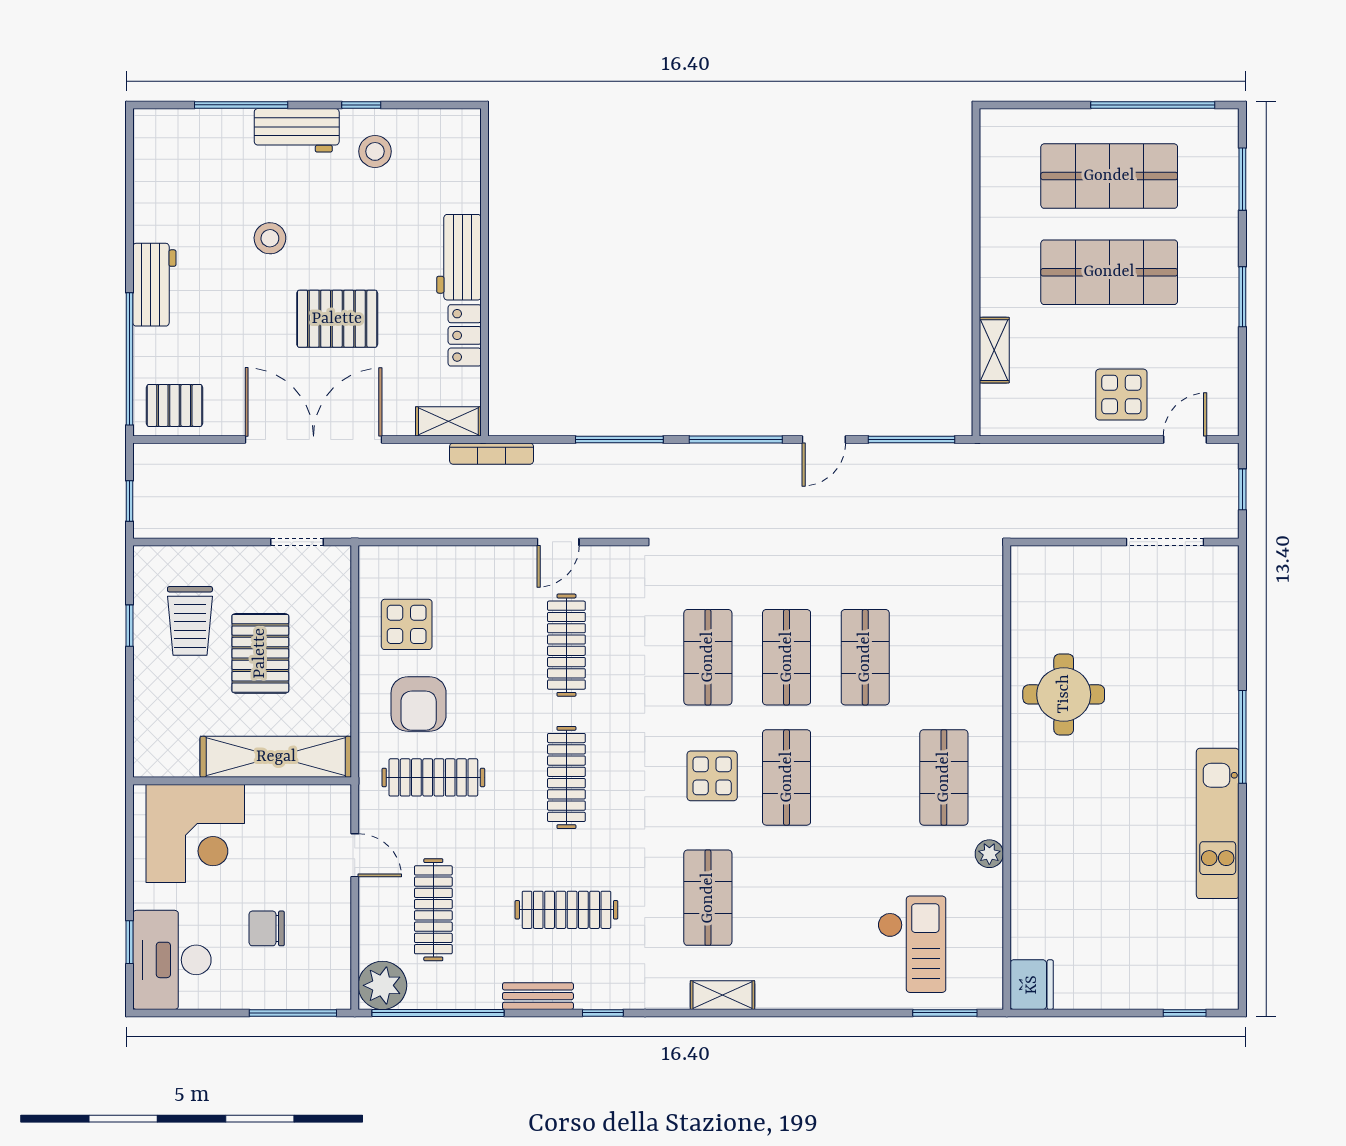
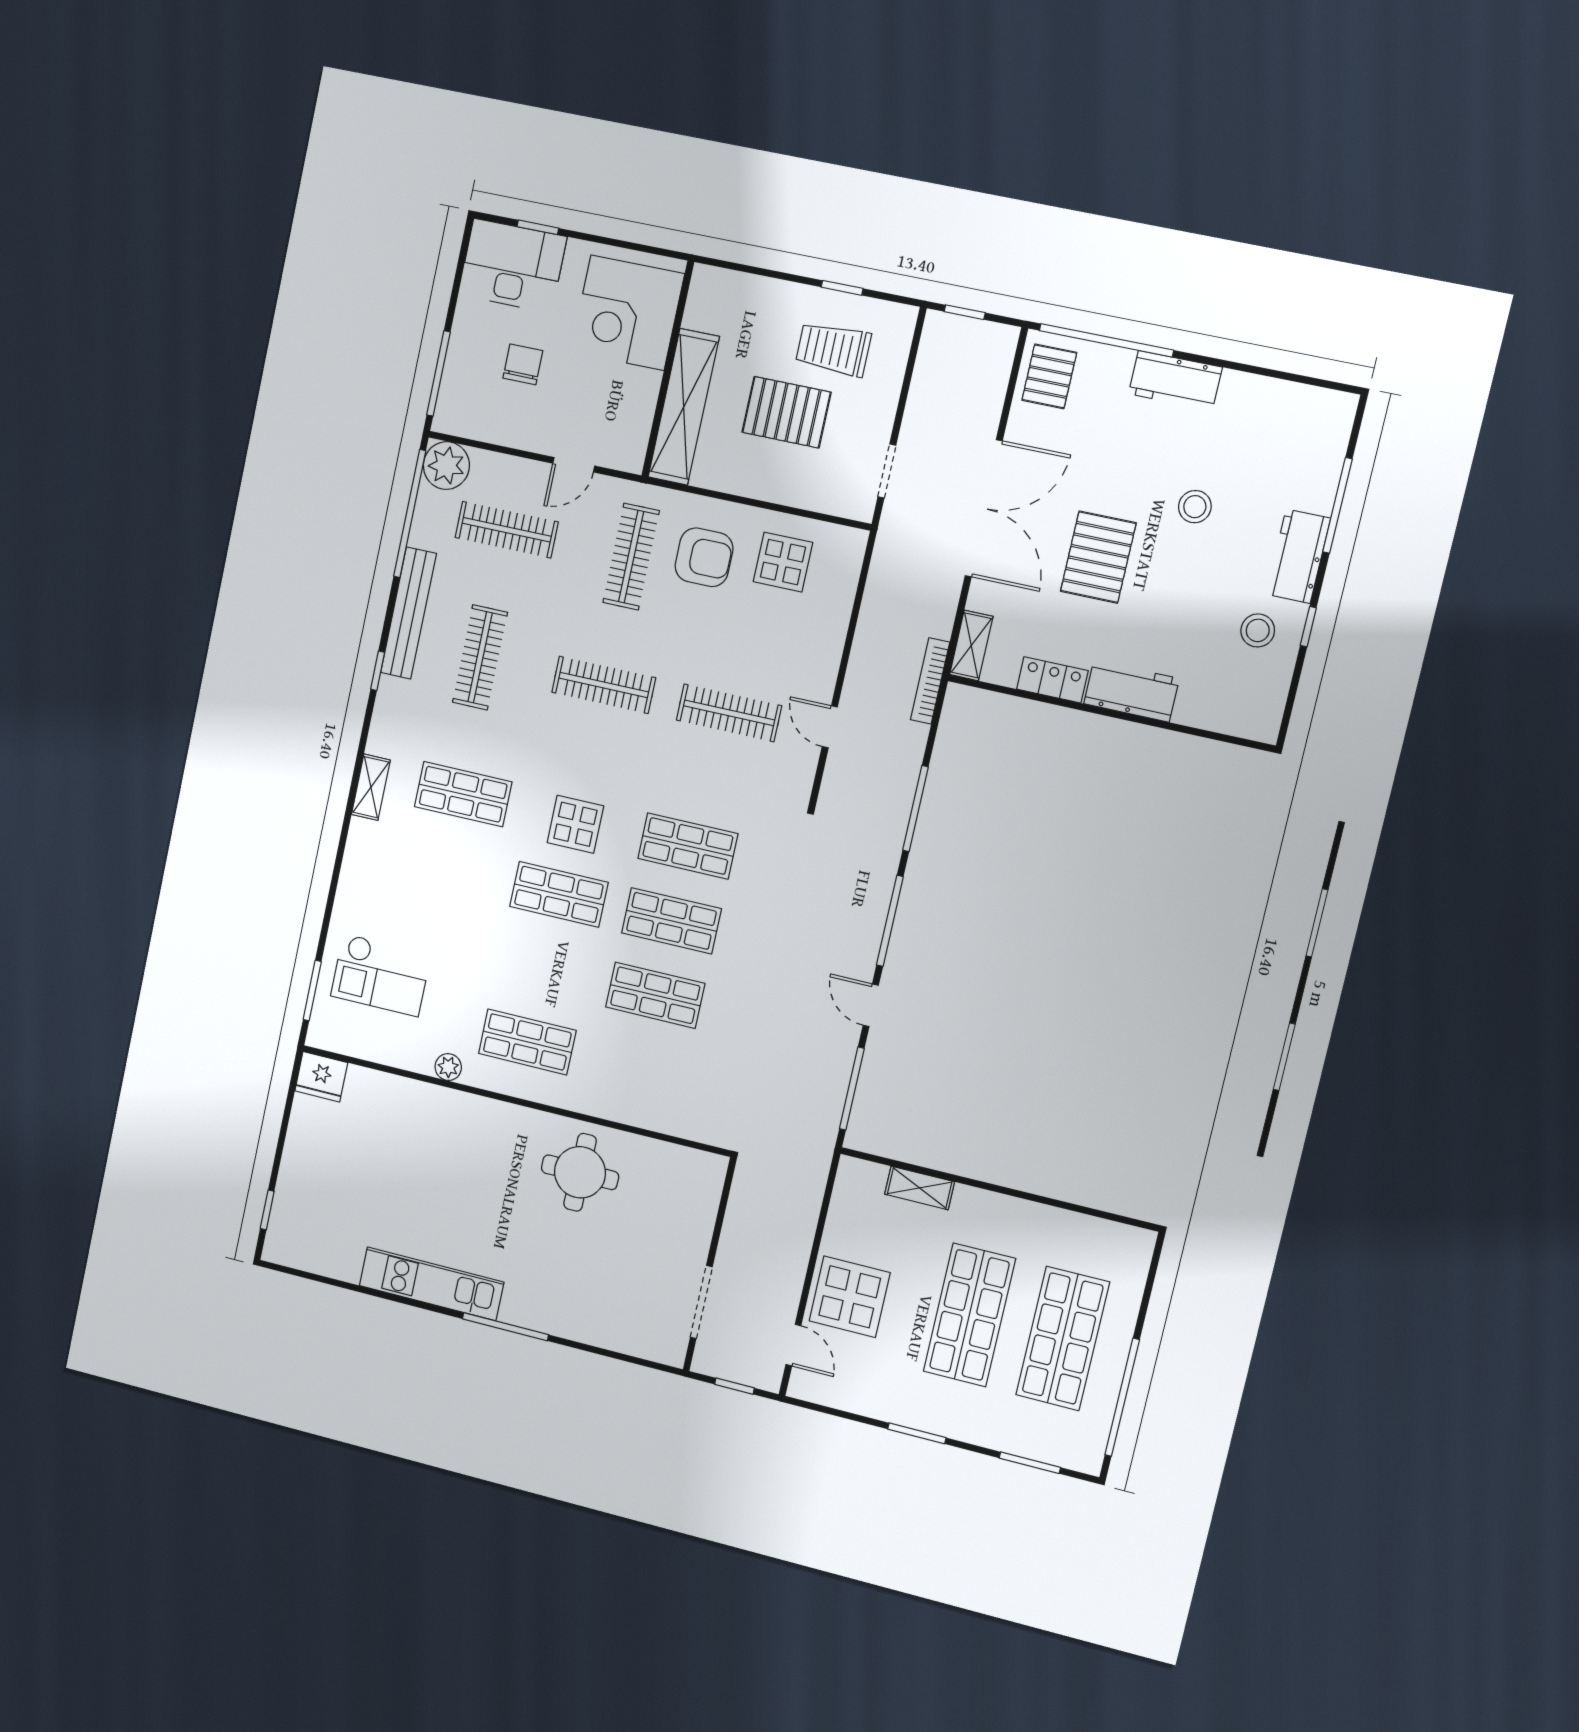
display table: (1121, 395) -> (850, 1297), width x1.36, depth x1.36
armchair: (419, 704) -> (704, 557), turned 180
bench: (538, 996) -> (408, 613), width x1.86, depth x1.21

